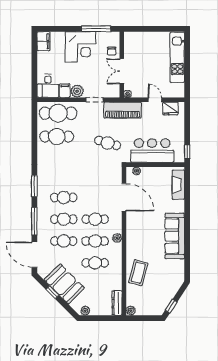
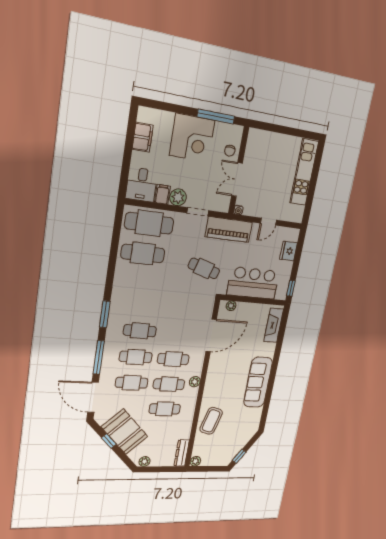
filing cabinet: (44, 41) -> (143, 137), moved
door: (155, 100) -> (268, 222), swing flipped
fridge: (171, 108) -> (289, 251), moved, turned 90
door: (124, 197) -> (211, 336), hinge flipped

